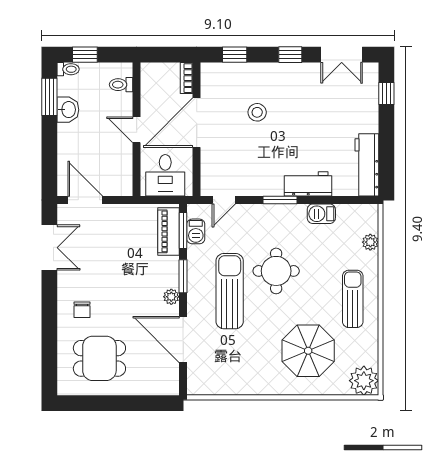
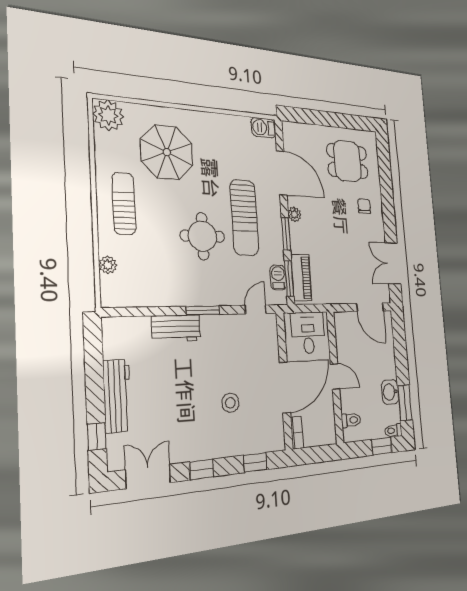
workbench: (367, 165) -> (117, 396), moved
barbecue: (321, 214) -> (264, 128), moved, turned 180
sun lounger: (353, 299) -> (124, 204), turned 180

